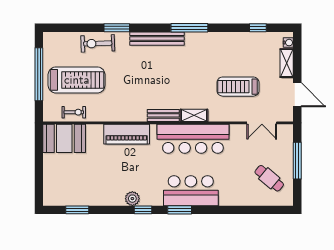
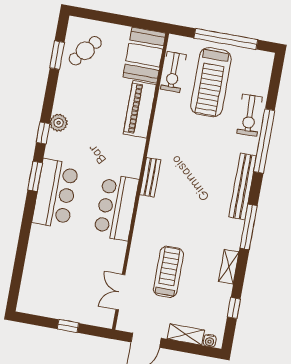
window: (117, 28) -> (264, 141), width x2.11
exercise bike: (98, 43) -> (250, 115), turned 180
exercise bike: (74, 112) -> (173, 72), width x1.38, depth x1.39
shelving: (194, 115) -> (229, 267), moved
piano: (127, 134) -> (140, 109), moved
bar counter: (193, 139) -> (116, 207), width x0.73
window: (297, 161) -> (68, 326), width x0.46
cafe table: (269, 178) -> (85, 51), moved

